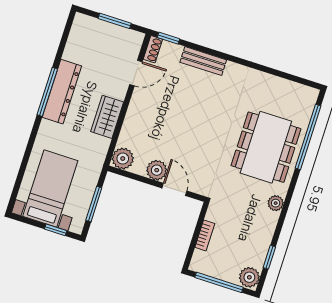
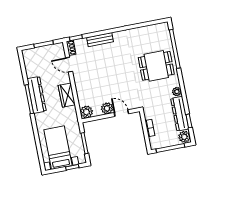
door: (136, 73) -> (69, 65), swing flipped
dining table: (266, 147) -> (156, 66), width x0.73
dresser: (262, 239) -> (180, 114), added

